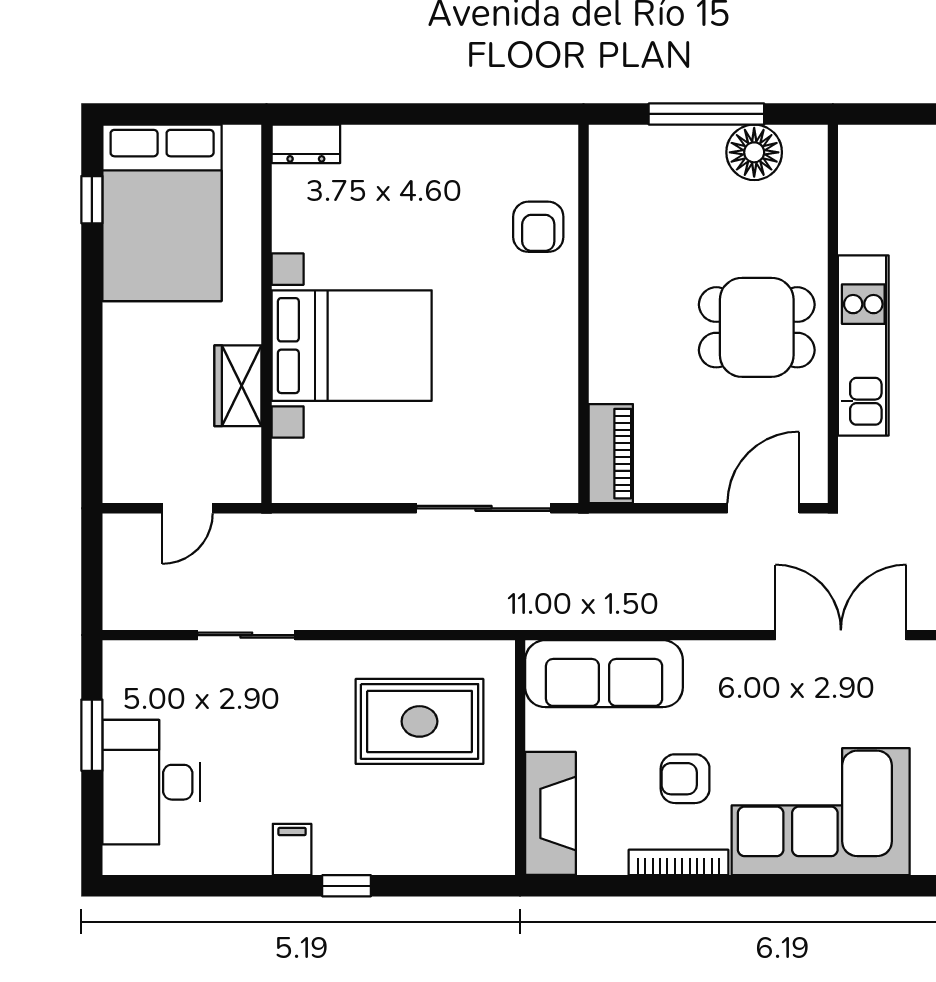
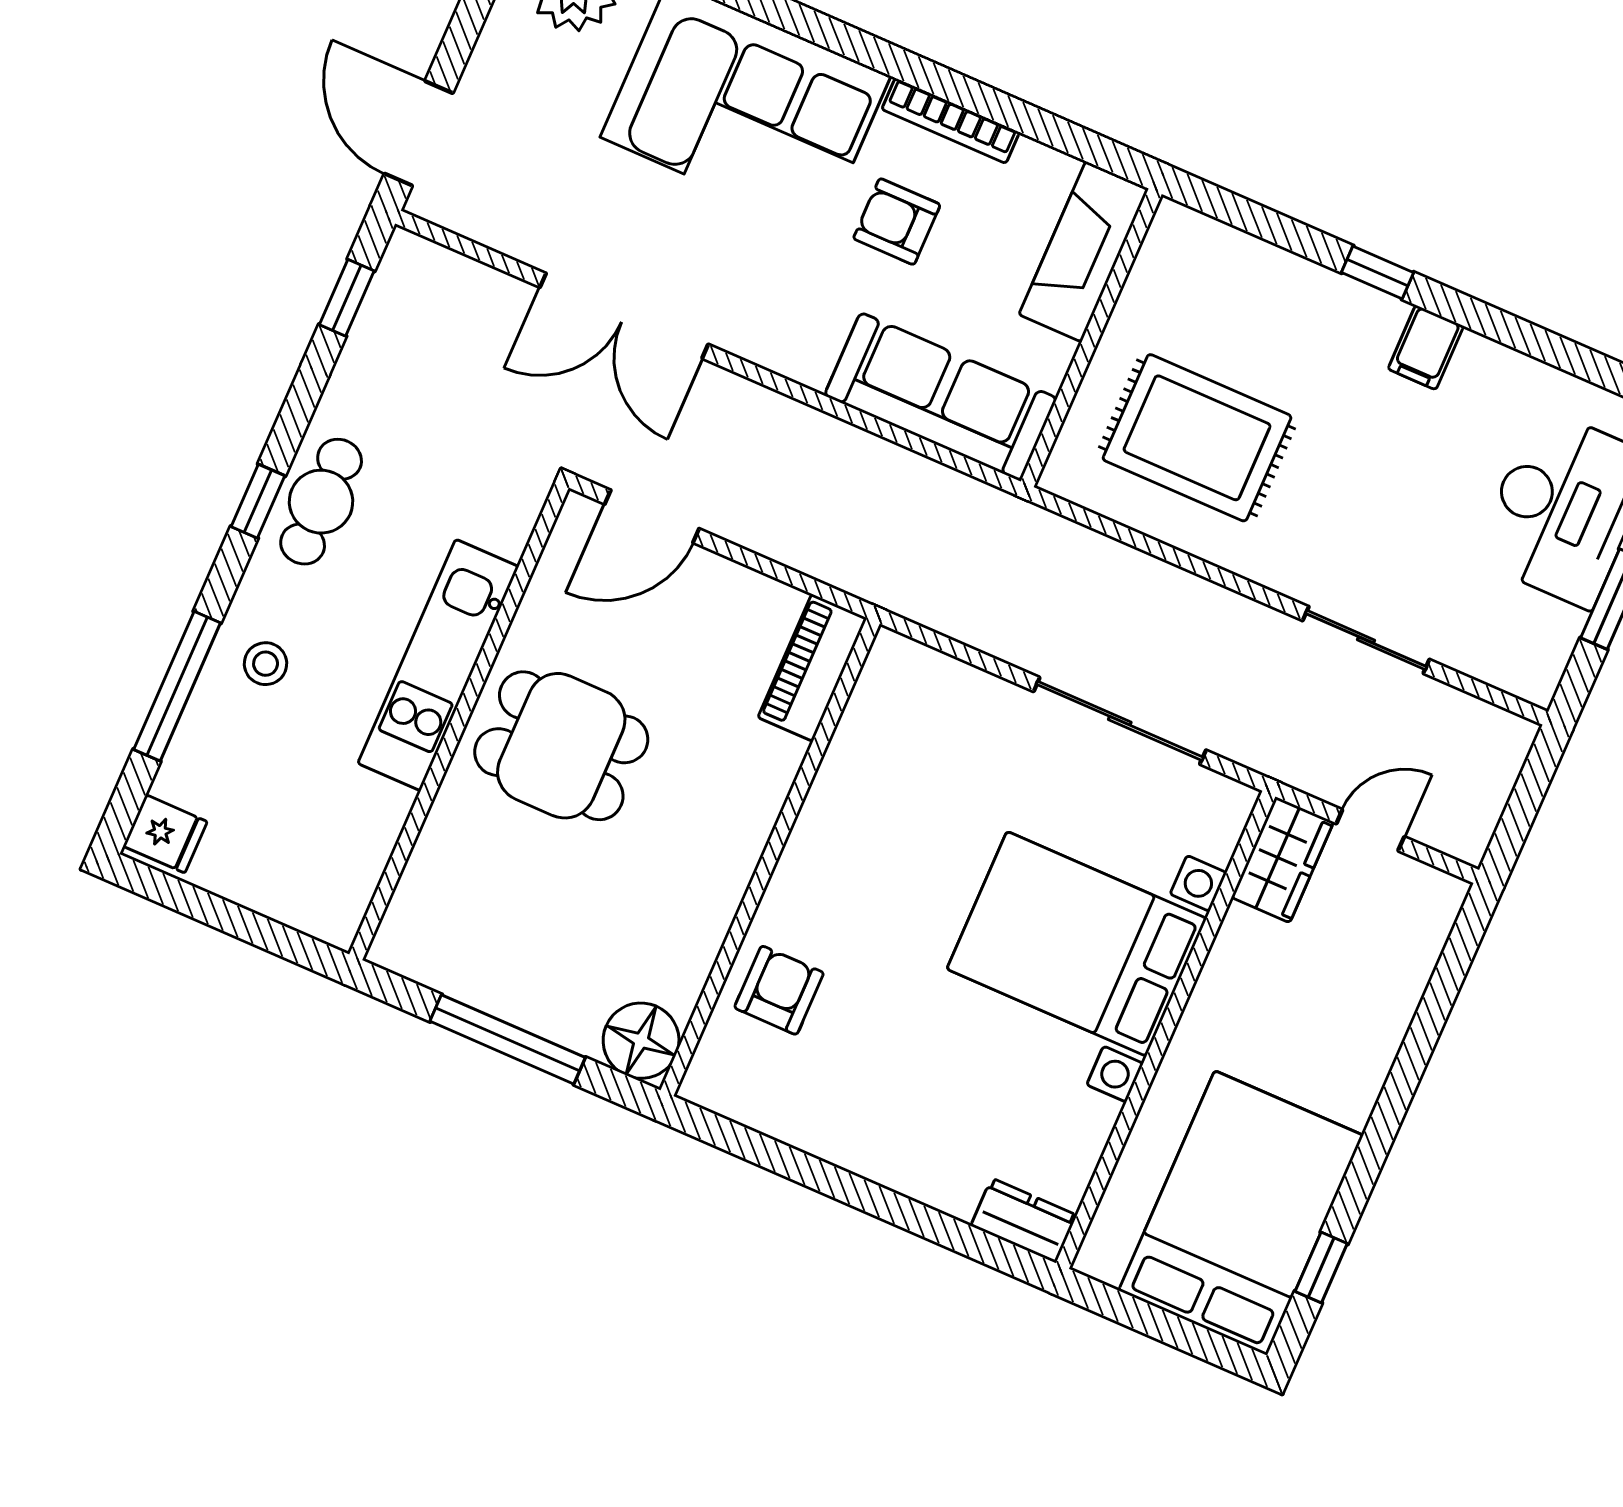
floor lamp: (754, 152) -> (641, 1041), moved
wardrobe: (238, 386) -> (1282, 860), moved
sliding door: (483, 508) -> (1120, 721), moved
armchair: (685, 779) -> (897, 222), turned 180

